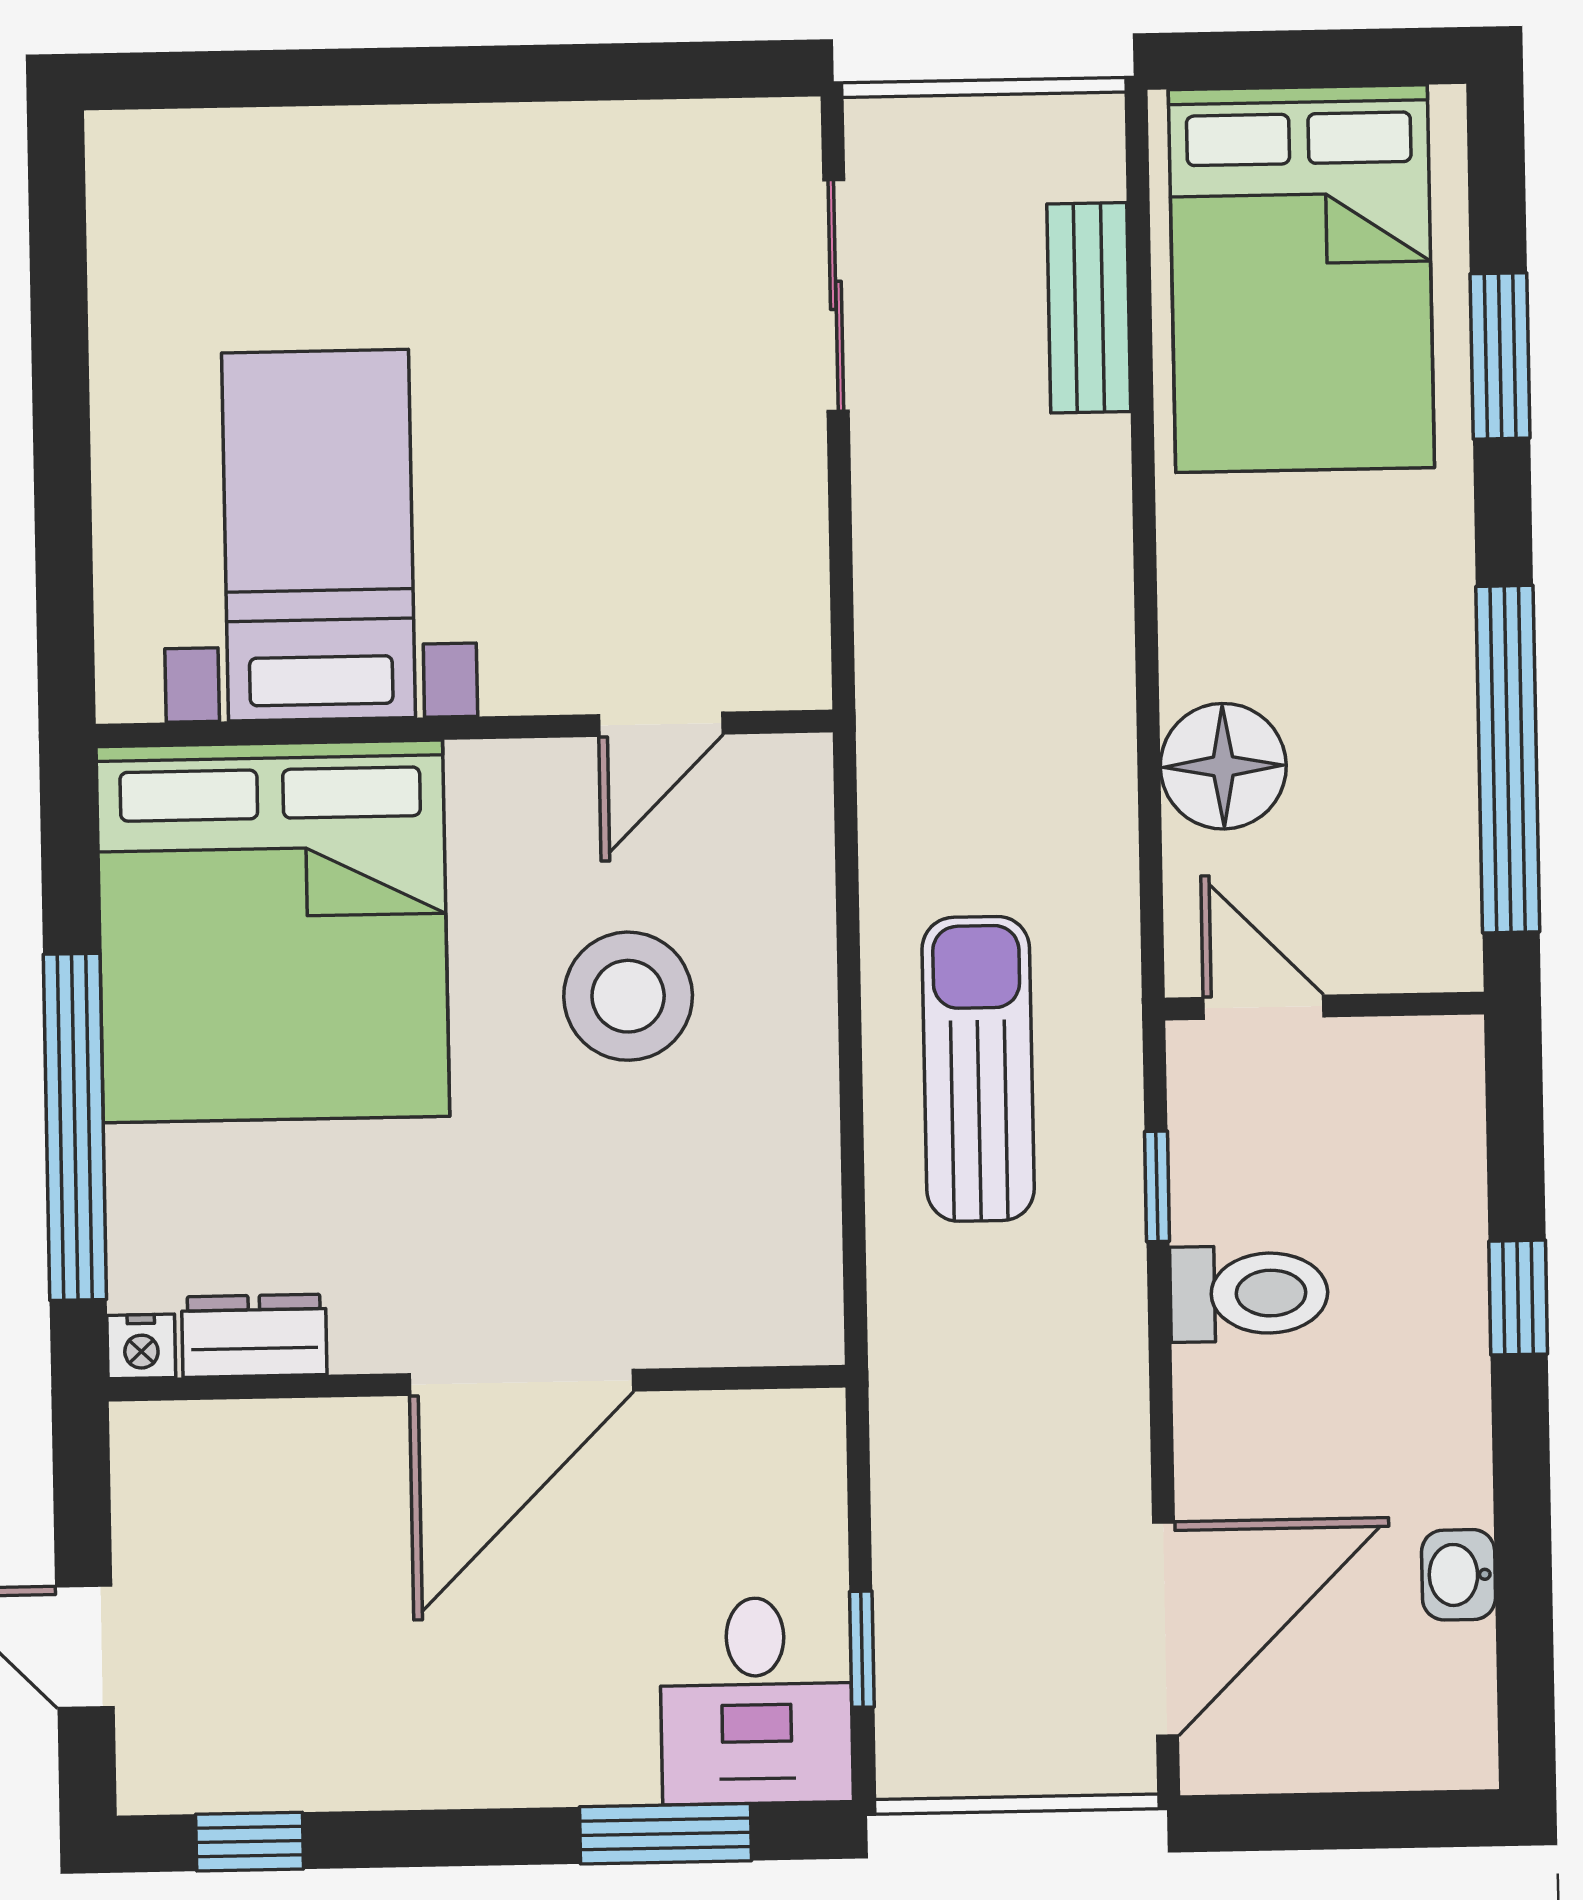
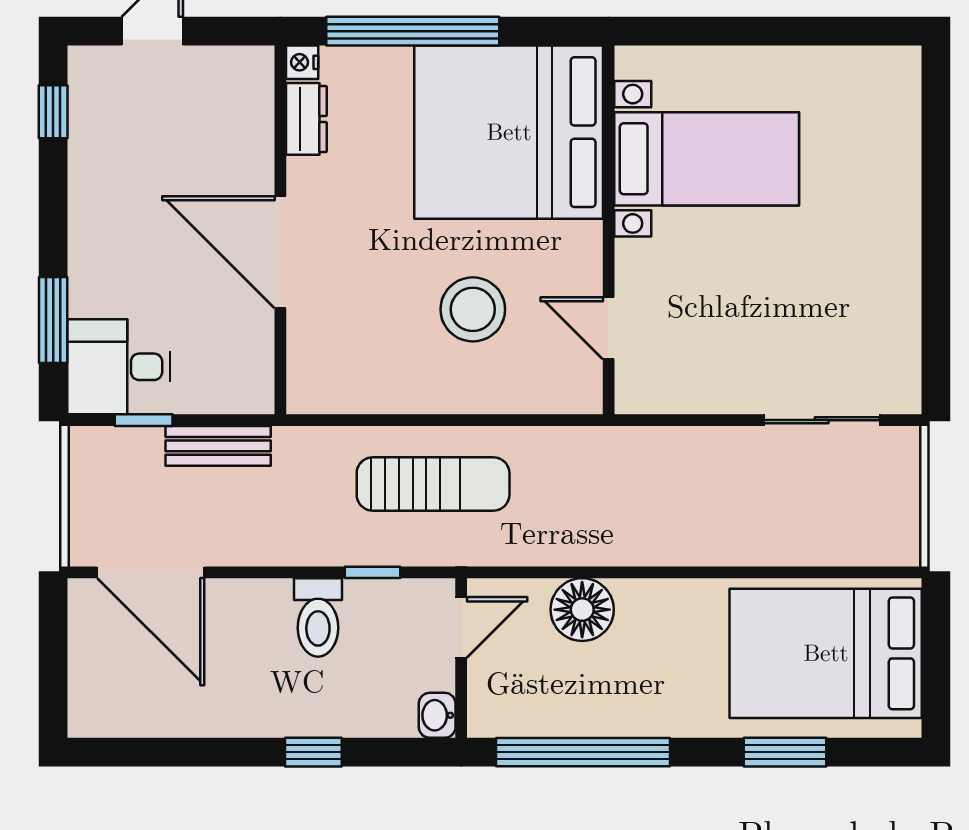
bench: (1089, 308) -> (218, 446), moved
washbasin: (1459, 1575) -> (437, 715), moved, turned -90

